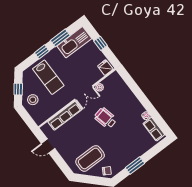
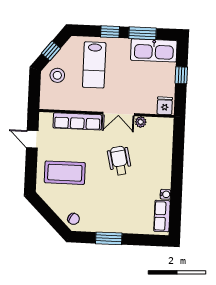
coffee table: (90, 158) -> (65, 173), moved

